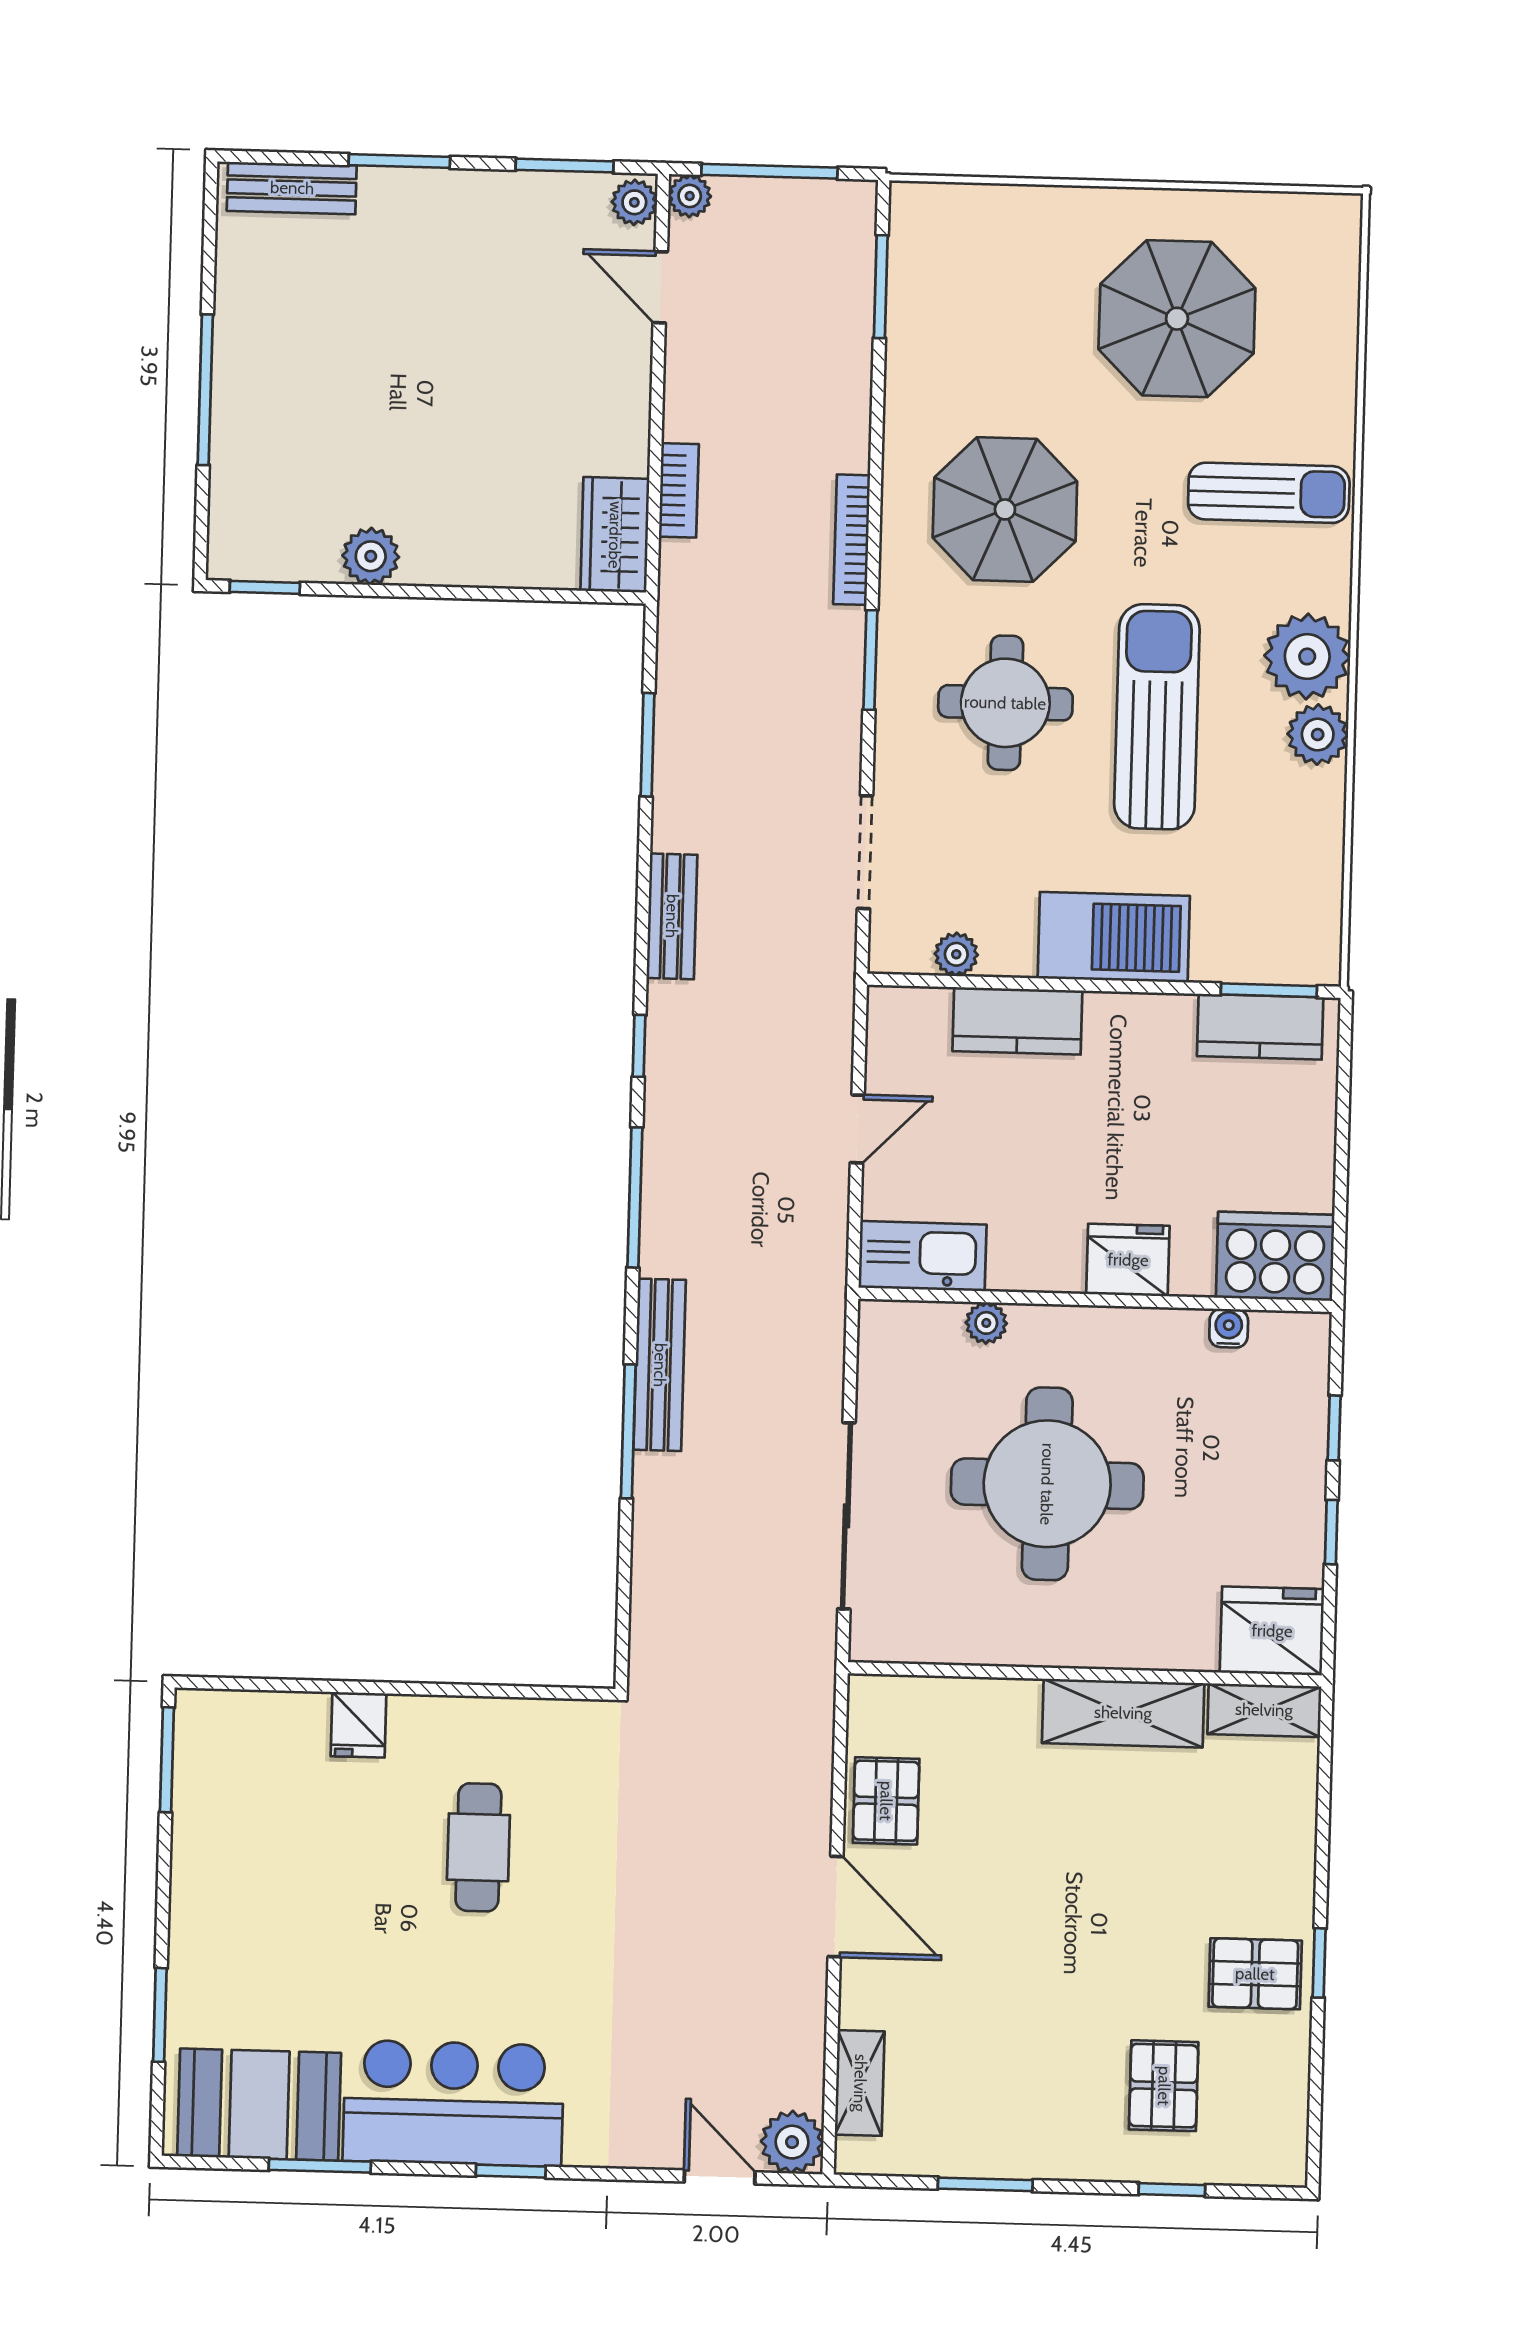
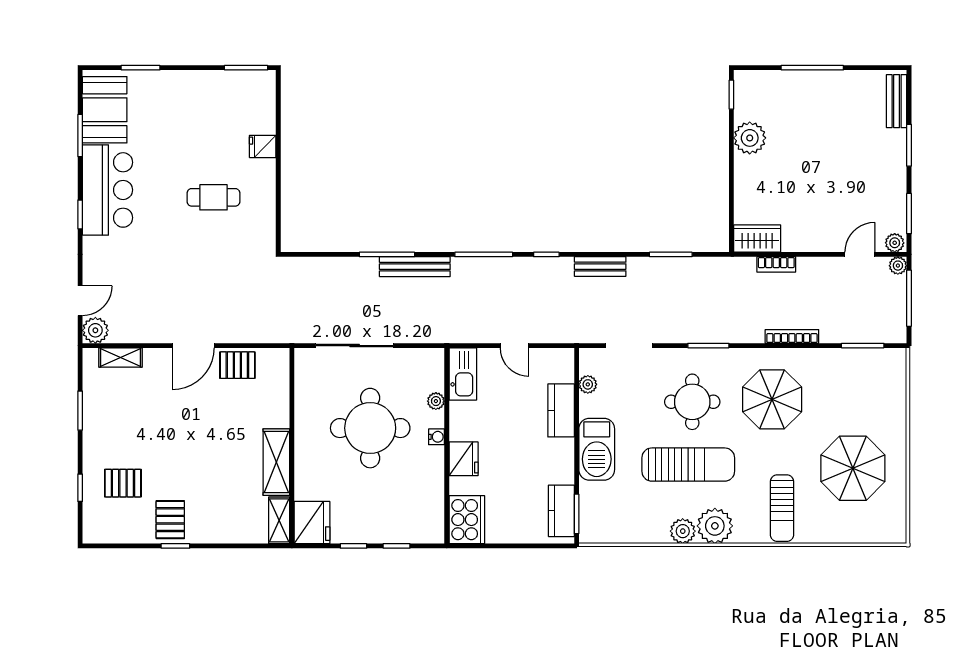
bookcase: (852, 540) -> (792, 336), moved
plant: (371, 556) -> (750, 138), width x1.36, depth x1.36
water cooler: (1229, 1328) -> (437, 437), moved

